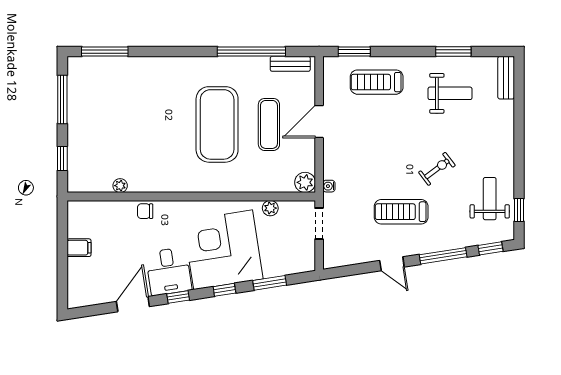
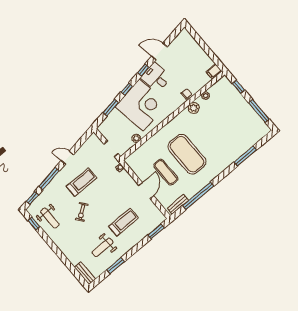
window: (105, 51) -> (245, 156), moved
treadmill: (377, 82) -> (123, 222), moved
plant: (305, 182) -> (194, 108), moved
filing cabinet: (79, 248) -> (214, 71), moved
door: (133, 304) -> (159, 52), swing flipped

